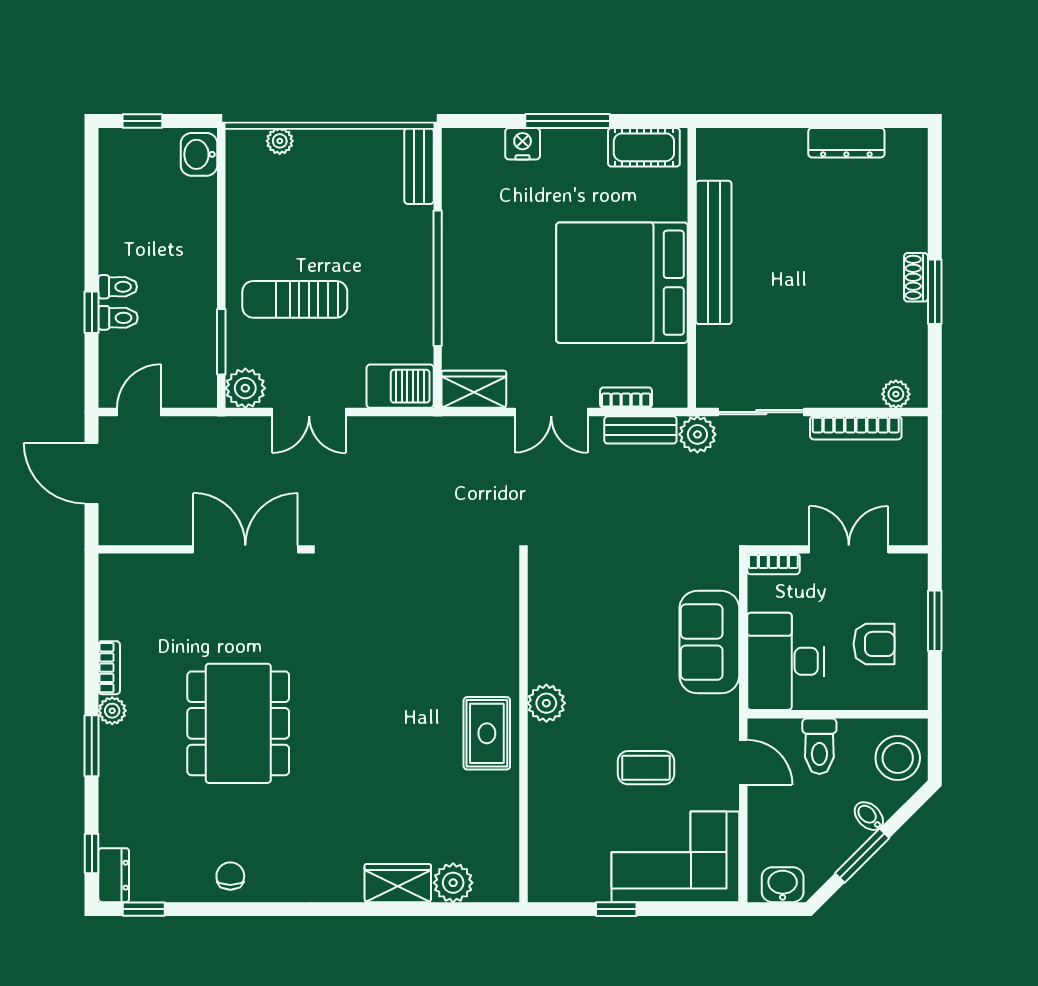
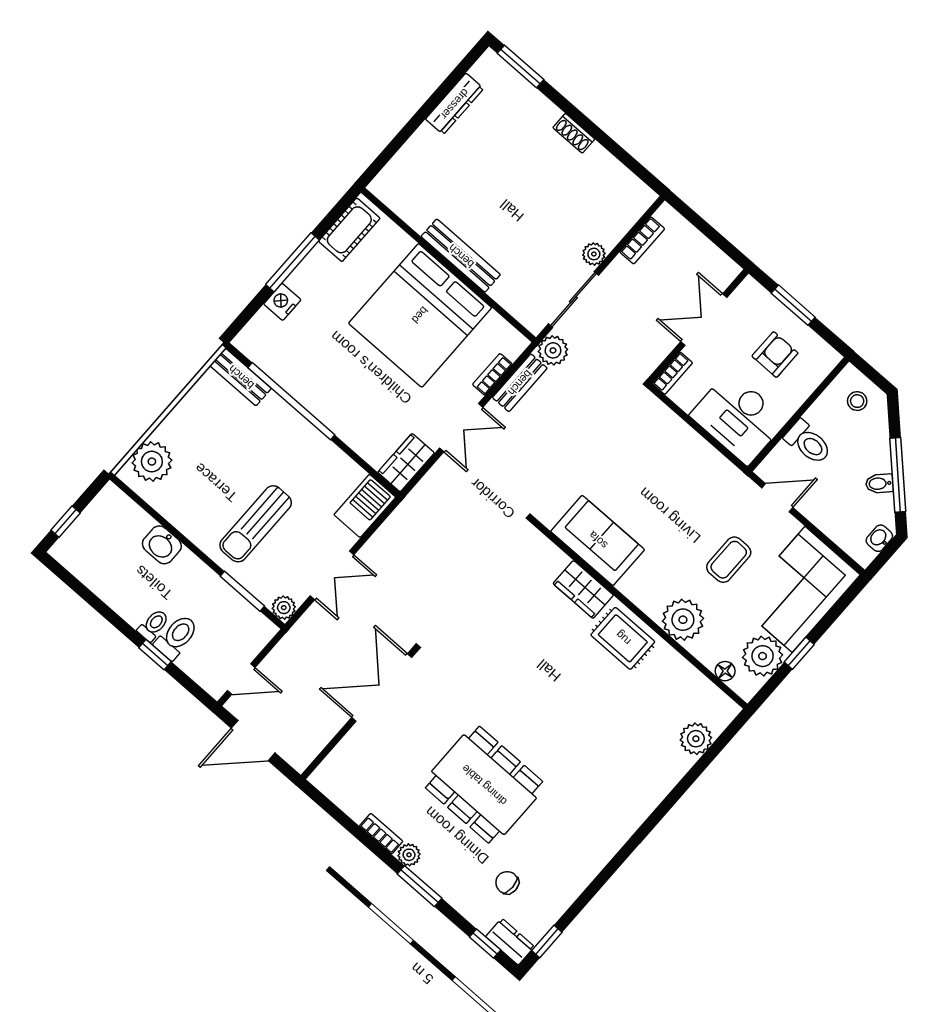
plant: (280, 141) -> (152, 462), width x1.88, depth x1.88
washbasin: (199, 154) -> (162, 545), moved
bench: (714, 252) -> (461, 256), width x0.73, depth x0.82
window: (438, 278) -> (291, 401), moved
window: (935, 292) -> (520, 66), moved
toilet: (118, 318) -> (177, 637), width x1.37, depth x1.39
plant: (245, 388) -> (284, 608), width x0.73, depth x0.73
plant: (896, 394) -> (594, 254), moved
door: (139, 412) -> (241, 679), swing flipped
bookcase: (856, 428) -> (642, 240), width x0.64
sofa: (709, 642) -> (598, 540), moved, turned 180
plant: (546, 703) -> (683, 620), moved, width x1.36, depth x1.36
stool: (898, 758) -> (857, 401), width x0.53, depth x0.53
bidet: (869, 816) -> (879, 484), moved
floor lamp: (540, 855) -> (725, 671), added
window: (862, 856) -> (898, 475), width x1.44
chair: (230, 876) -> (507, 883), moved
plant: (584, 877) -> (763, 656), added
wardrobe: (398, 883) -> (583, 589), moved, turned -90
washbasin: (783, 885) -> (879, 538), width x0.72, depth x0.69

